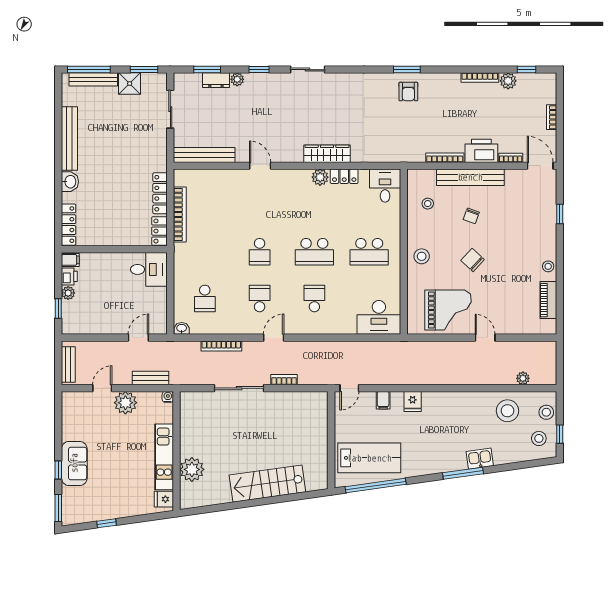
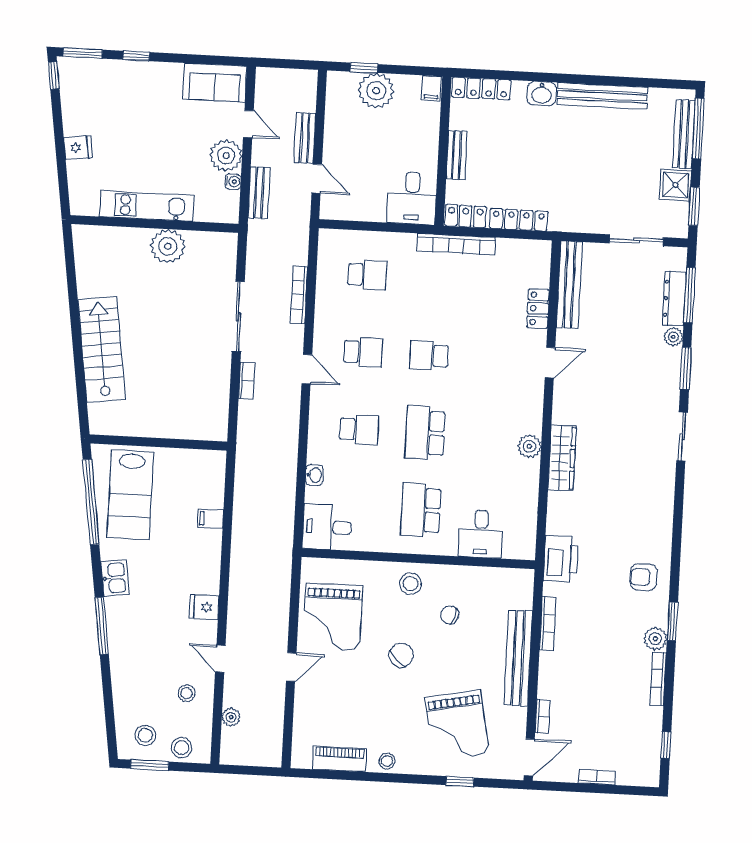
window: (207, 70) -> (689, 295), width x1.44
window: (259, 70) -> (686, 368), width x1.50
window: (407, 70) -> (672, 621), moved
dresser: (216, 80) -> (674, 299), width x1.44
plant: (508, 81) -> (655, 639), moved
printer: (481, 151) -> (561, 559), moved
locker: (344, 176) -> (538, 309), moved
desk: (385, 186) -> (481, 534), moved, turned 90
stool: (428, 204) -> (484, 596), removed
bookcase: (180, 215) -> (456, 244), moved
chair: (471, 216) -> (450, 615), moved
grand piano: (520, 218) -> (457, 725), added
bench: (117, 240) -> (457, 155), added
printer: (69, 276) -> (408, 86), removed
plant: (68, 293) -> (376, 91), width x1.88, depth x1.88
school desk: (205, 298) -> (367, 275), turned 180
desk: (379, 317) -> (327, 527), width x0.73
washbasin: (182, 328) -> (314, 475), moved
bench: (68, 364) -> (305, 138), moved, turned 90
door: (349, 388) -> (220, 659), moved
water cooler: (168, 397) -> (233, 182), moved
fridge: (413, 401) -> (204, 607), moved
stool: (507, 411) -> (187, 693), width x0.53, depth x0.53
window: (560, 434) -> (150, 765), width x1.50
kitchen sink: (480, 459) -> (115, 578), moved
sofa: (74, 463) -> (215, 83), moved
plant: (192, 469) -> (168, 246), moved
fridge: (164, 499) -> (78, 148), moved, turned 82
window: (107, 523) -> (54, 75), moved

